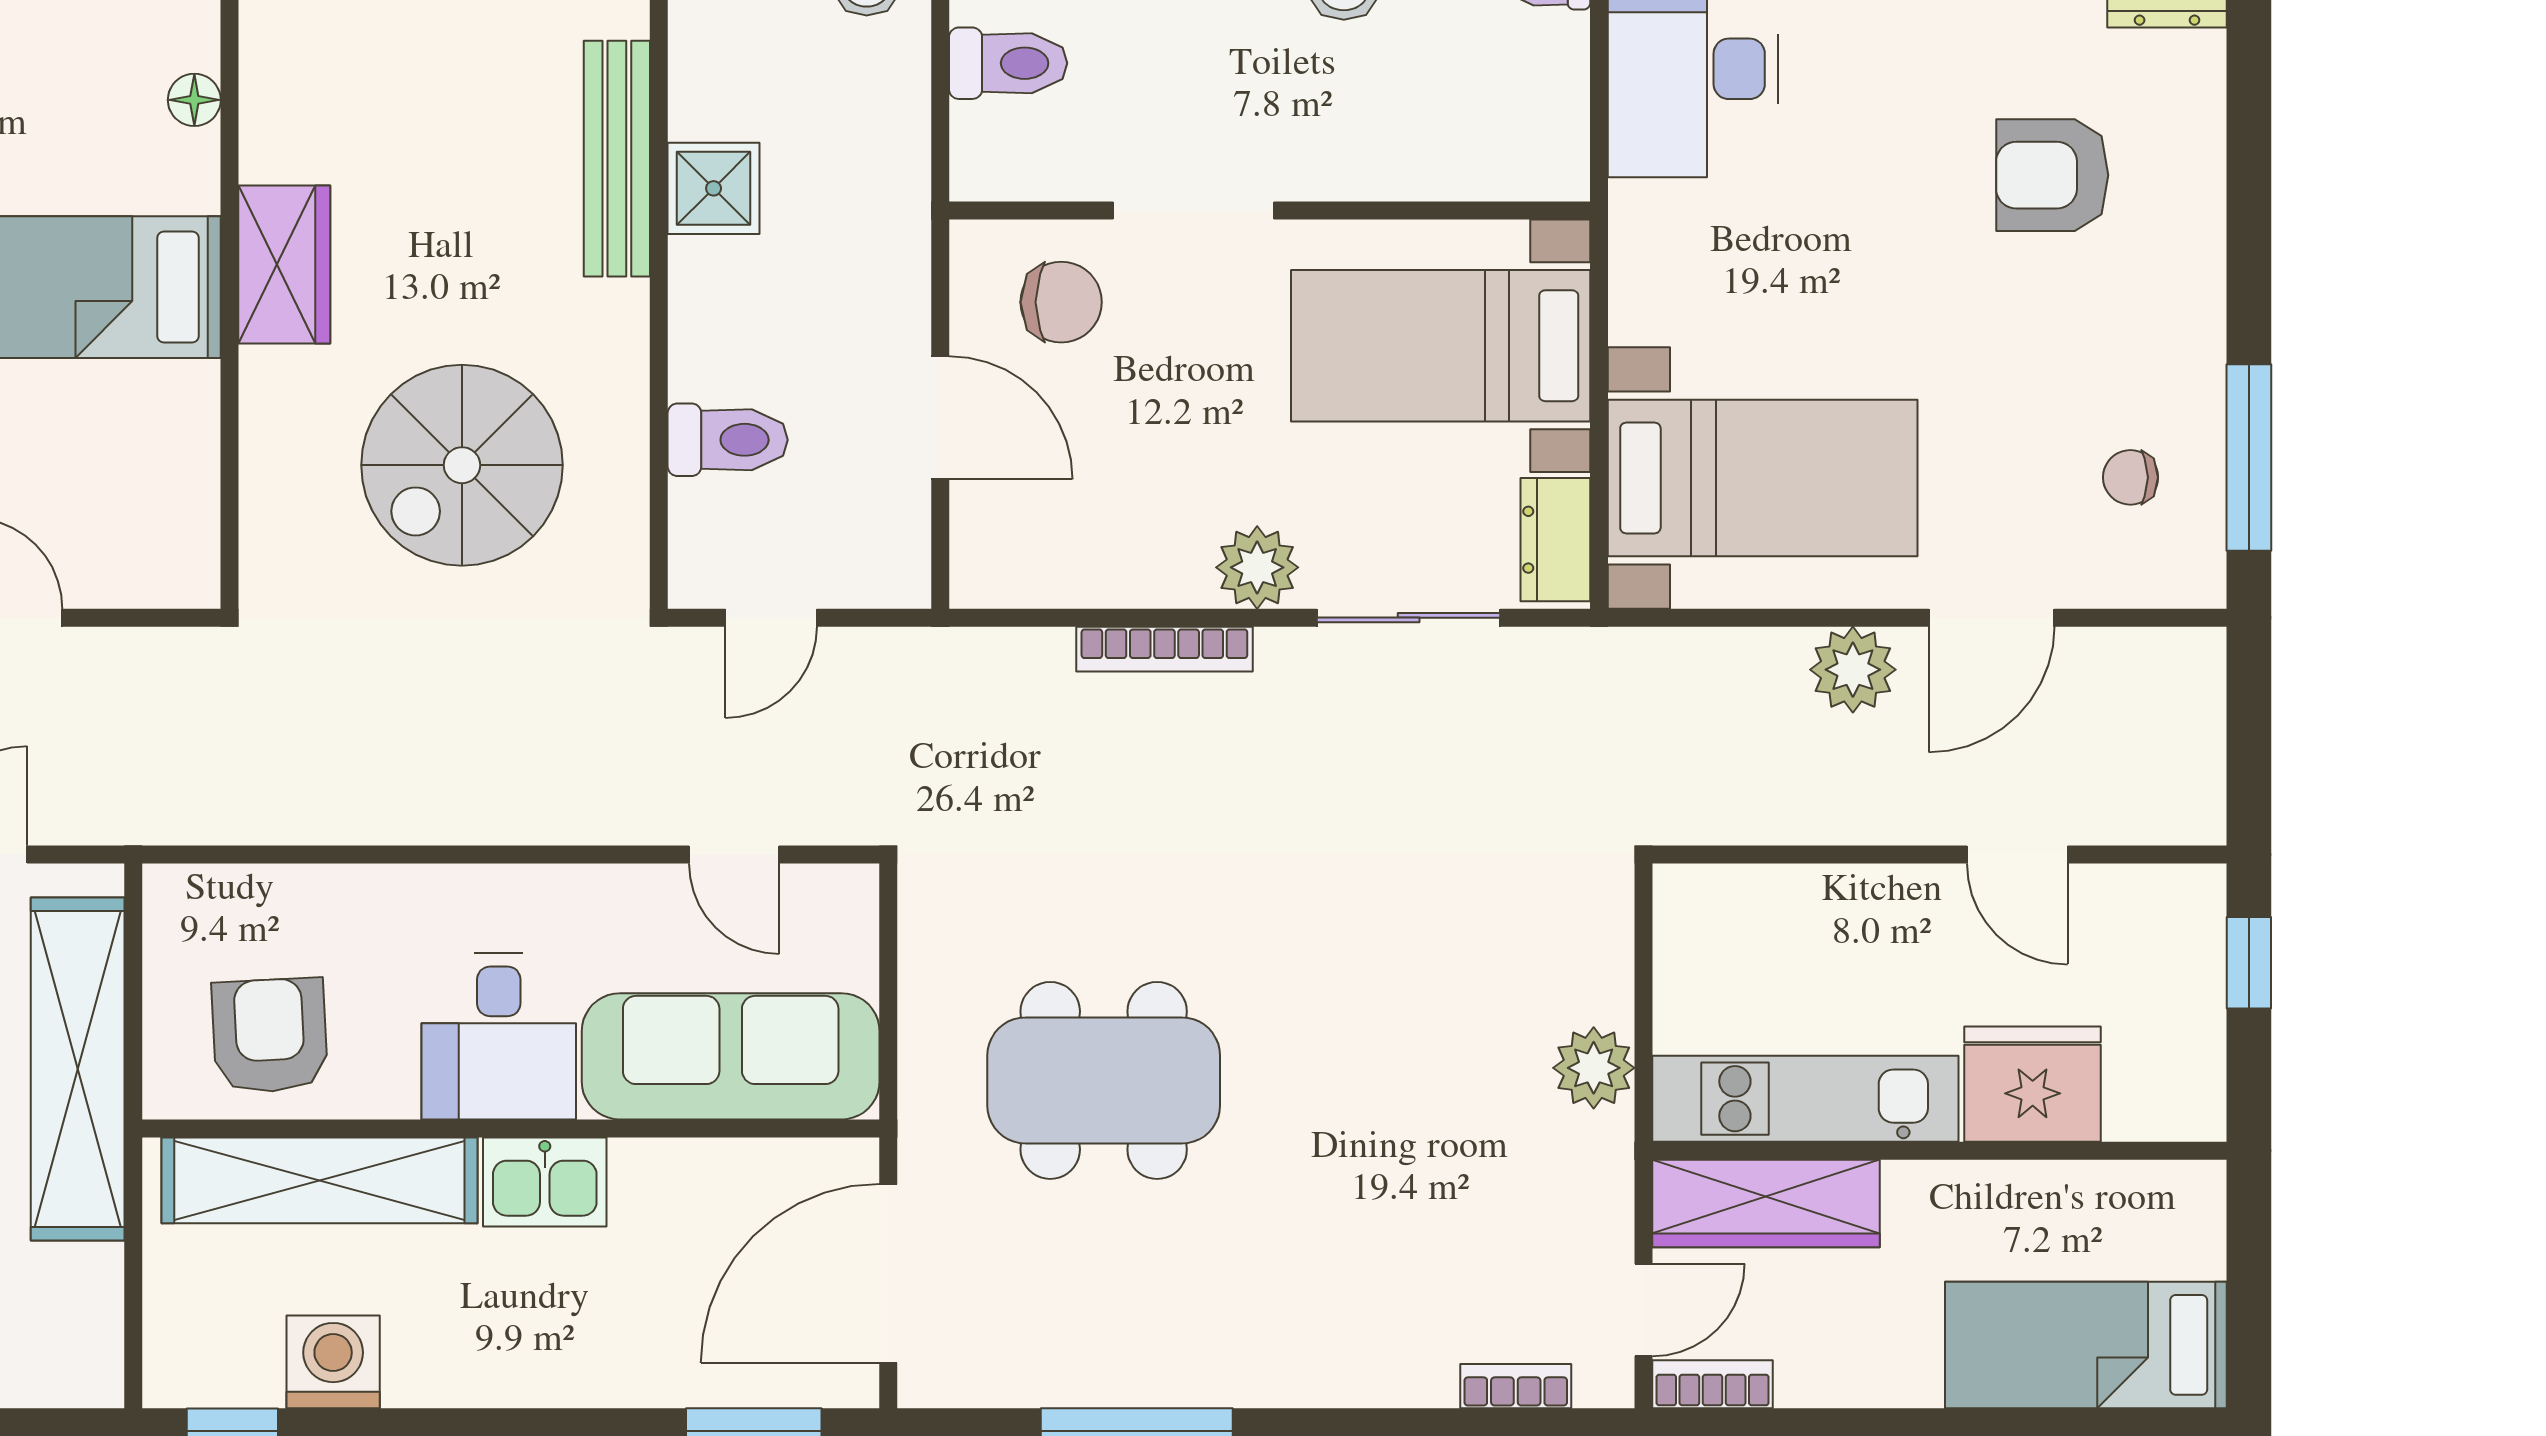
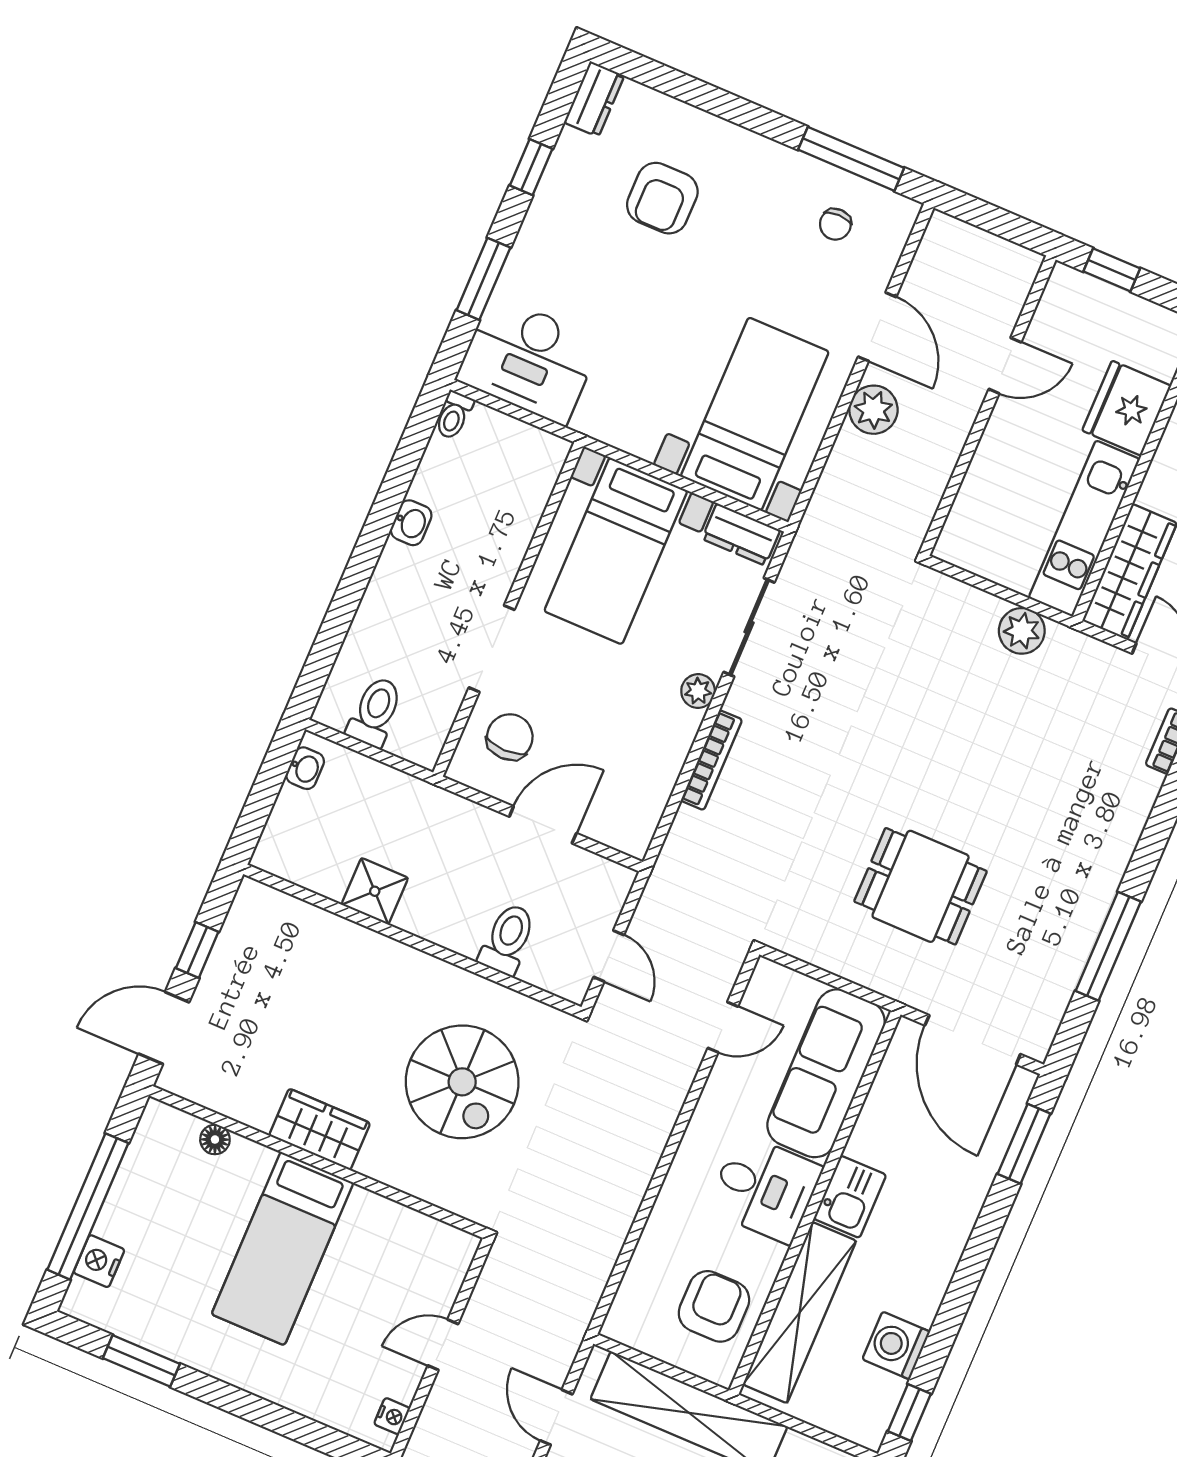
bench: (617, 159) -> (338, 935), removed
plant: (1257, 567) -> (698, 691), width x0.73, depth x0.73
armchair: (270, 1036) -> (714, 1306), turned 93
dining table: (1104, 1080) -> (921, 886), width x0.73

